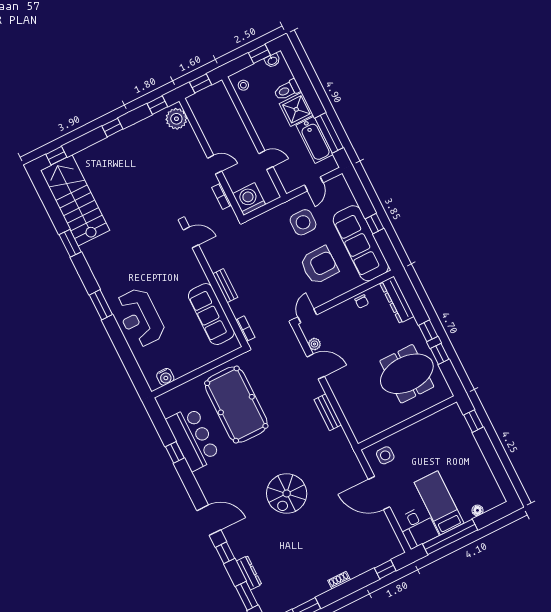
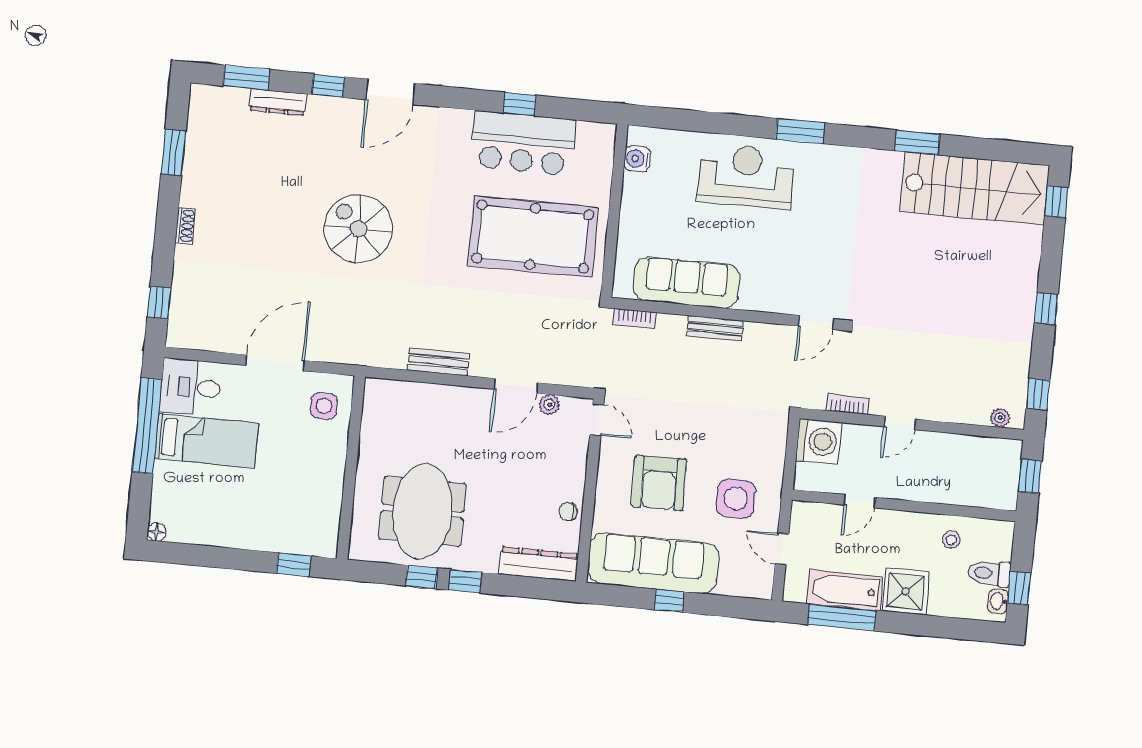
stool: (243, 85) -> (951, 540), moved
toilet: (287, 90) -> (989, 573), moved, turned -90
plant: (176, 119) -> (1000, 418), width x0.53, depth x0.53
floor lamp: (477, 510) -> (156, 532), moved

